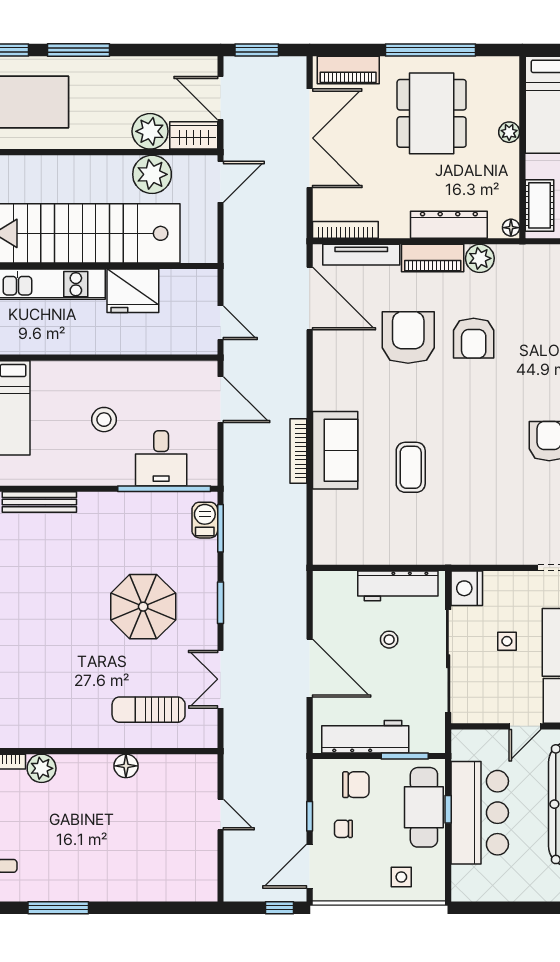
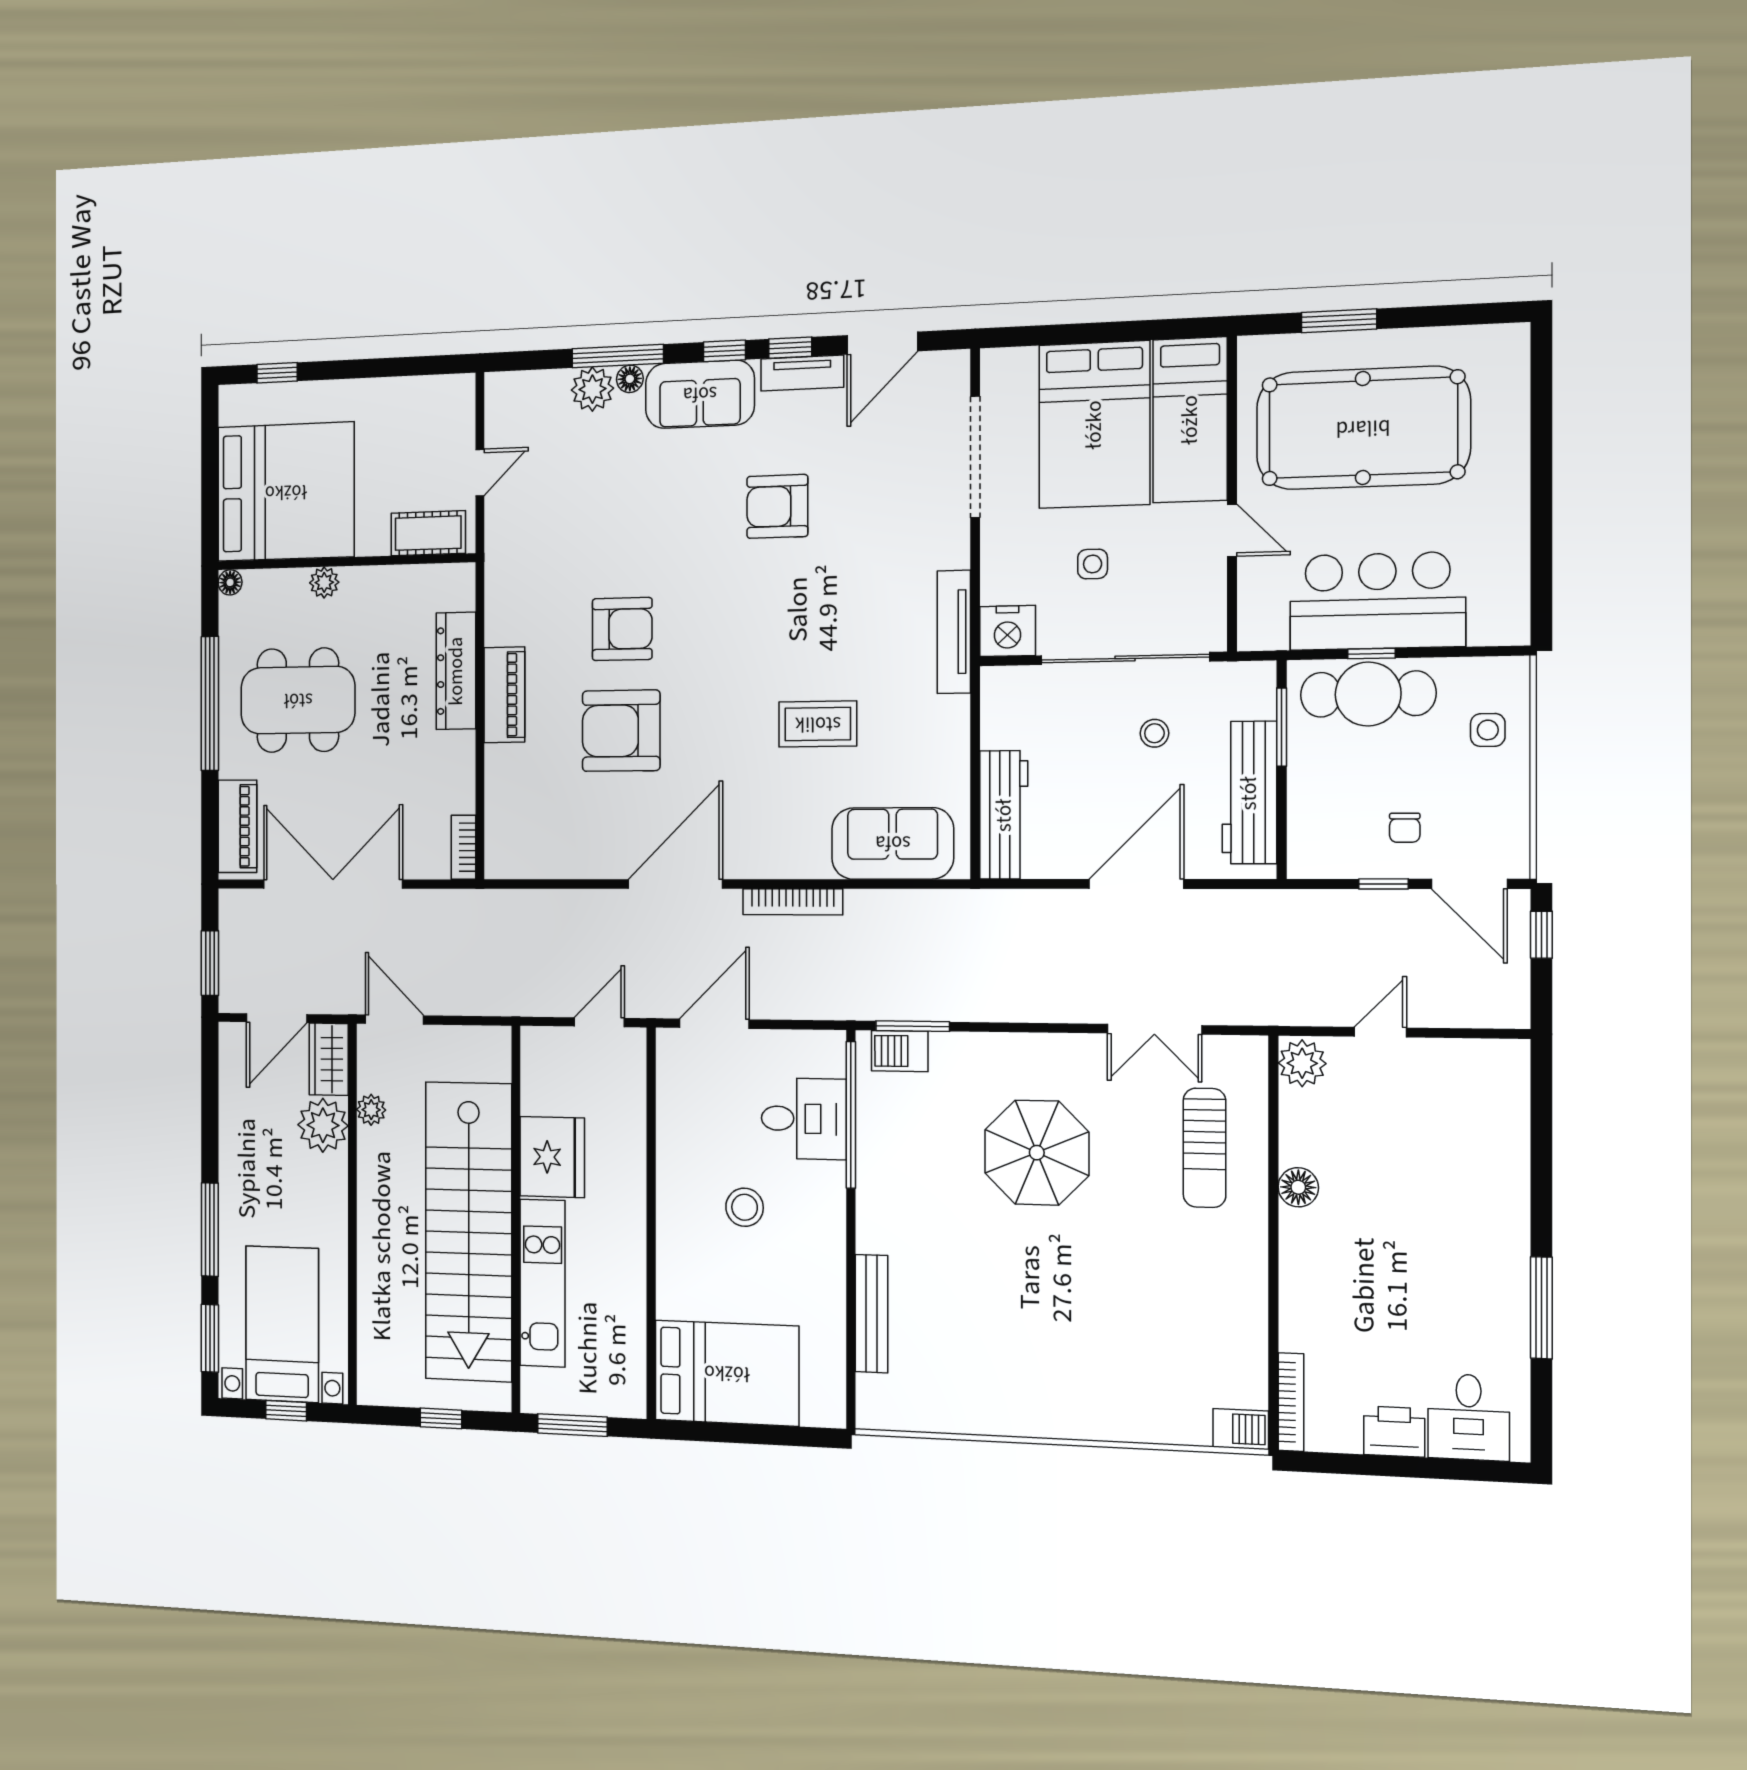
plant: (152, 174) -> (371, 1110), width x0.53, depth x0.53
floor lamp: (511, 228) -> (230, 582), moved
bookcase: (345, 230) -> (463, 847), width x0.64
tv unit: (361, 255) -> (954, 632), moved, turned 180
plant: (480, 258) -> (505, 622), removed
door: (310, 298) -> (675, 884), moved
sofa: (335, 450) -> (893, 843), moved
workbench: (398, 586) -> (1004, 815), moved
window: (221, 603) -> (1031, 1028), removed
stool: (389, 640) -> (1154, 733), moved
plant: (42, 768) -> (1302, 1063), moved
chair: (356, 785) -> (1330, 807), removed

